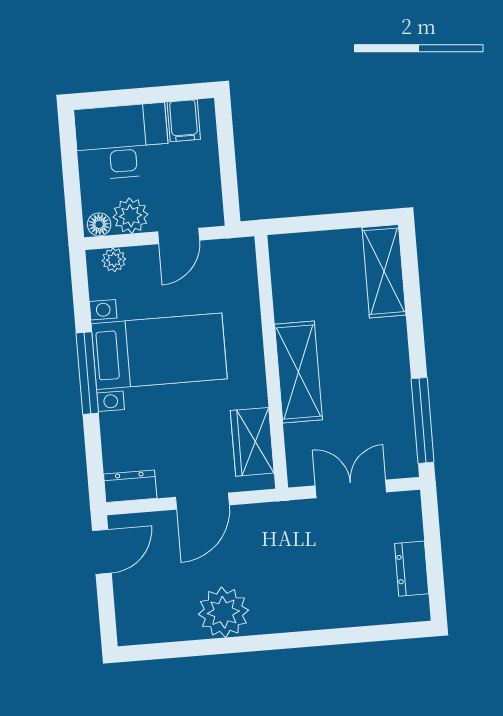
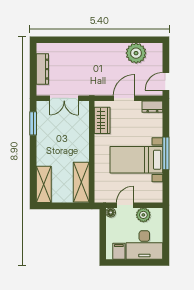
floor lamp: (99, 224) -> (111, 212), moved
plant: (114, 260) -> (151, 198), removed
shelving: (299, 372) -> (81, 182), moved
window: (423, 420) -> (33, 123), width x0.69
dresser: (412, 569) -> (42, 69), width x1.44
plant: (223, 612) -> (136, 53), moved

